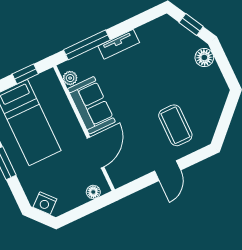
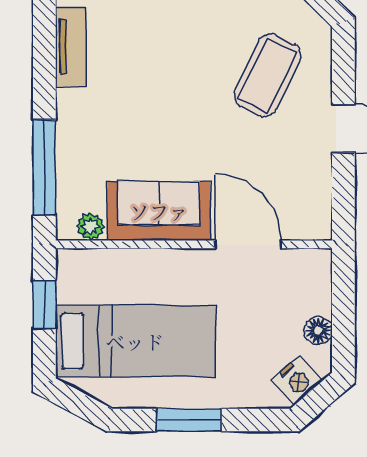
tv unit: (119, 44) -> (71, 47), moved
coffee table: (175, 125) -> (268, 75), turned -64
floor lamp: (93, 192) -> (318, 331), moved

